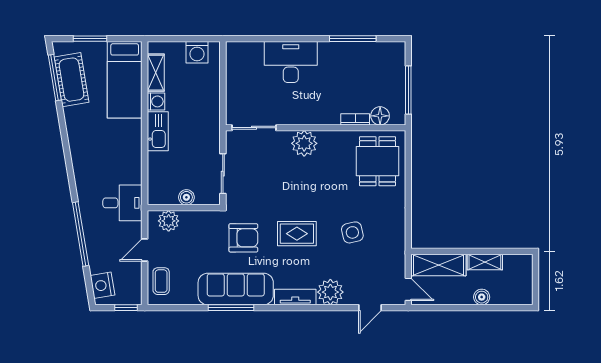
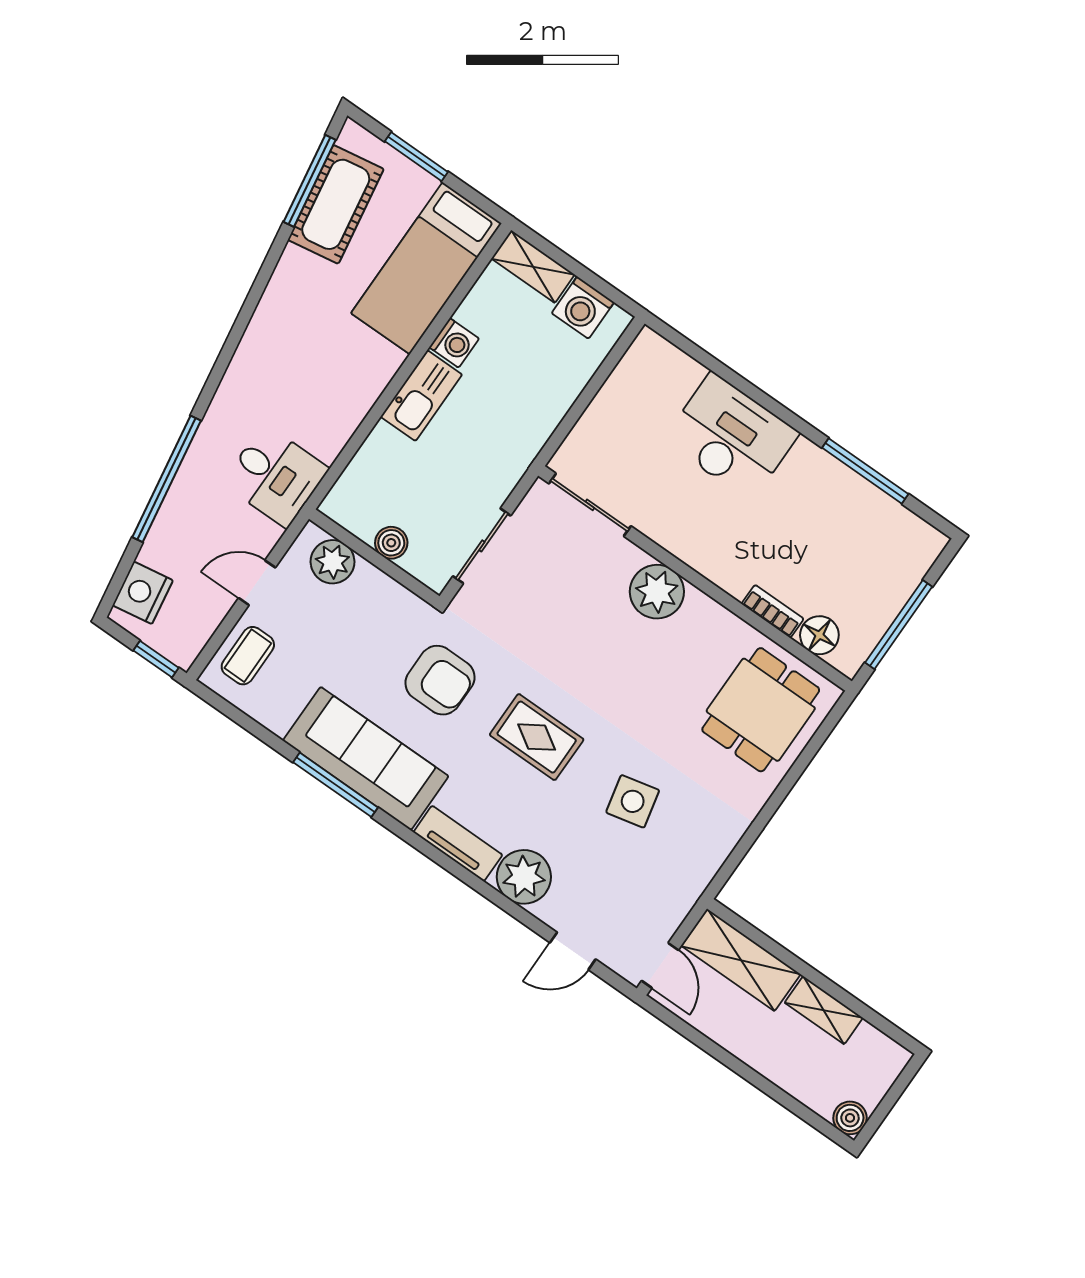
shelving: (156, 73) -> (533, 267), moved, turned 90
boiler: (482, 297) -> (850, 1118), moved

